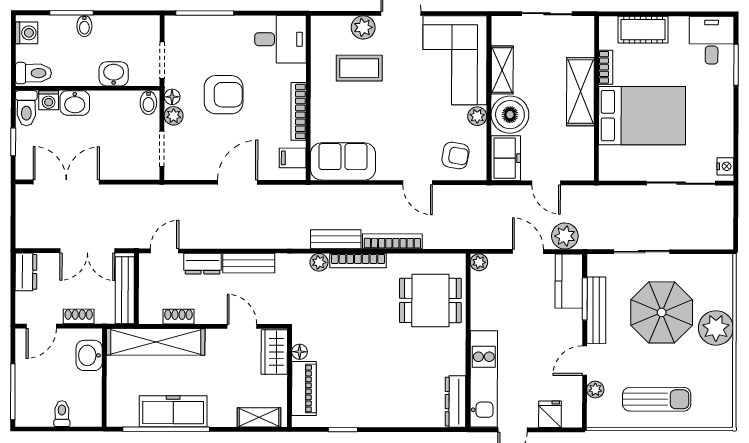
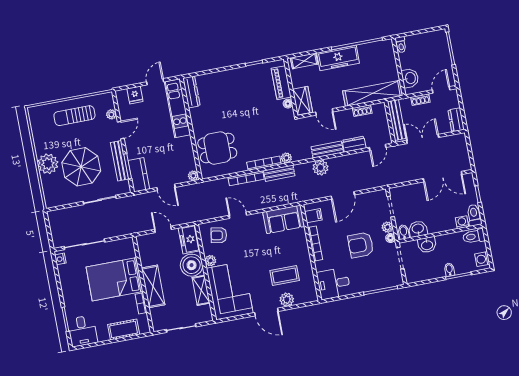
washbasin: (75, 103) -> (418, 229), moved
plant: (565, 236) -> (320, 168), moved
freezer: (173, 411) -> (338, 58), moved
toilet: (62, 414) -> (401, 45), moved

